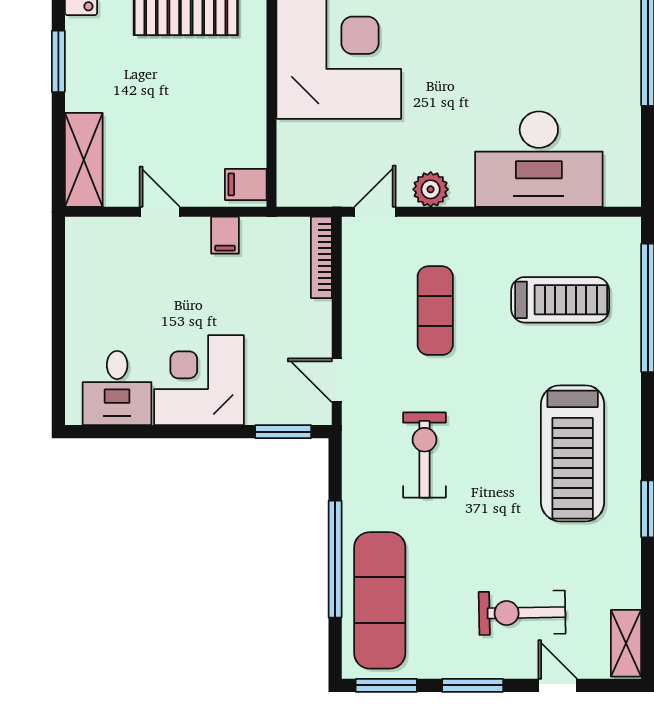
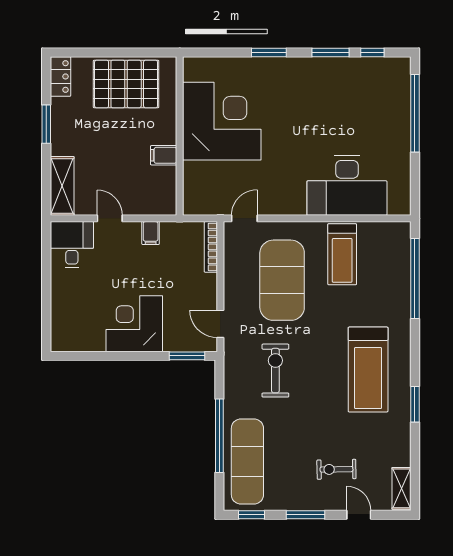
filing cabinet: (246, 184) -> (164, 155), moved
plant: (431, 189) -> (279, 204), removed
treadmill: (560, 300) -> (342, 254), moved, turned 90
exercise mat: (435, 311) -> (282, 280), width x2.00, depth x1.45
desk: (117, 388) -> (72, 245), moved, turned 180
exercise bike: (522, 613) -> (336, 469), width x0.73, depth x0.72
window: (386, 685) -> (251, 515), width x0.67

